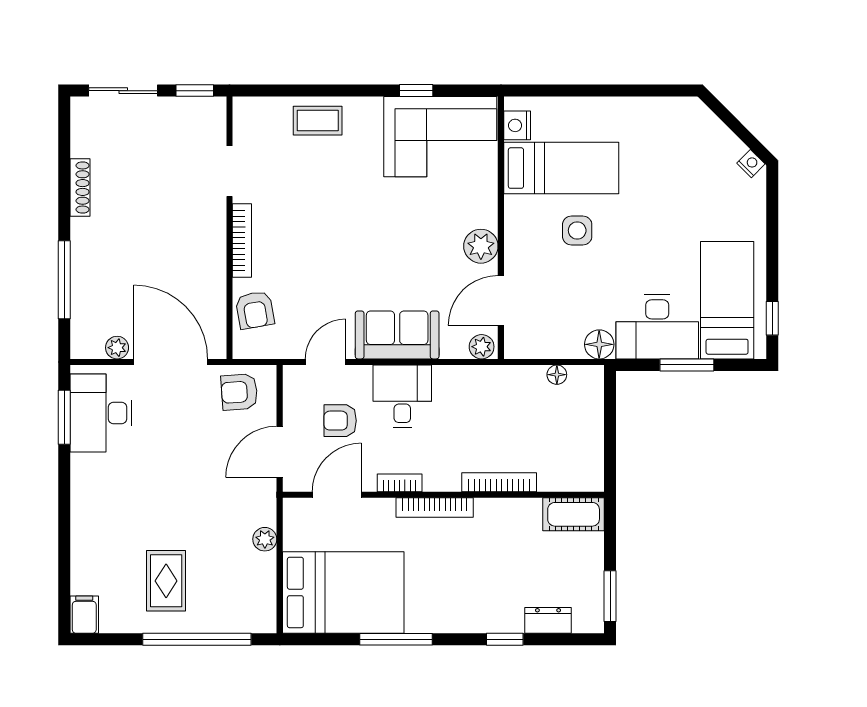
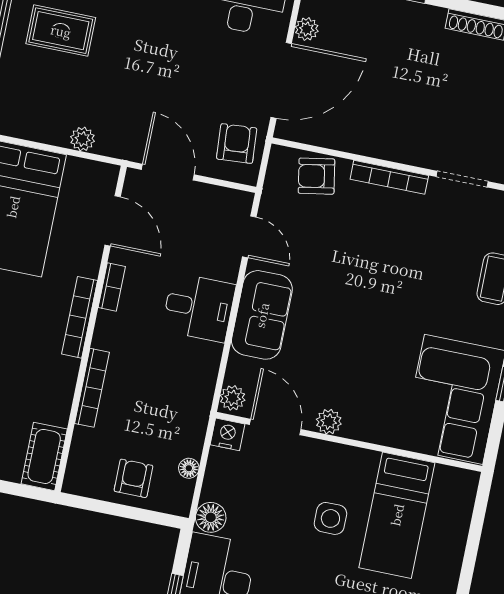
nightstand: (517, 125) -> (227, 434), moved
plant: (481, 246) -> (329, 422), width x0.73, depth x0.73
armchair: (340, 421) -> (133, 478), moved

